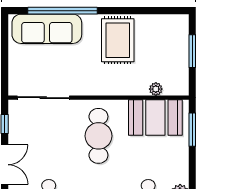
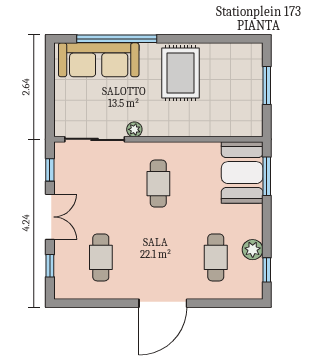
plant: (156, 89) -> (134, 129), moved
booth: (155, 118) -> (242, 173), moved, turned 90
cafe table: (98, 136) -> (158, 184), width x0.73, depth x0.74

